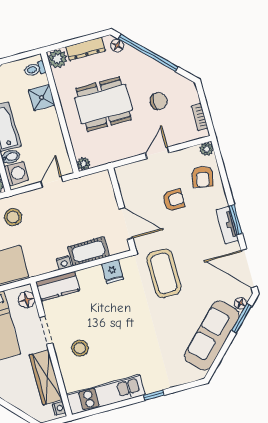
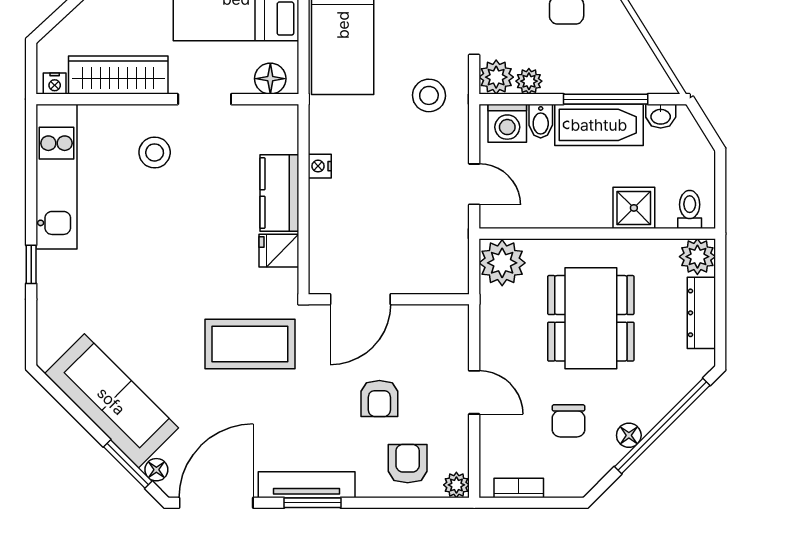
floor lamp: (117, 46) -> (629, 435), moved
plant: (84, 164) -> (502, 263), width x1.88, depth x1.88
armchair: (203, 177) -> (408, 464), turned 78
tv unit: (227, 225) -> (307, 485), width x1.41
cot: (89, 251) -> (328, 217), removed
kitchen counter: (58, 286) -> (279, 193), moved

